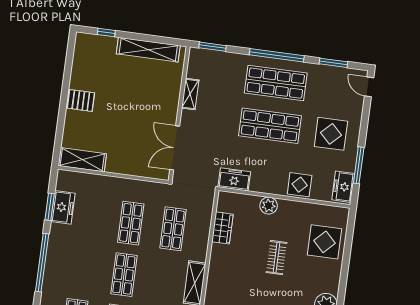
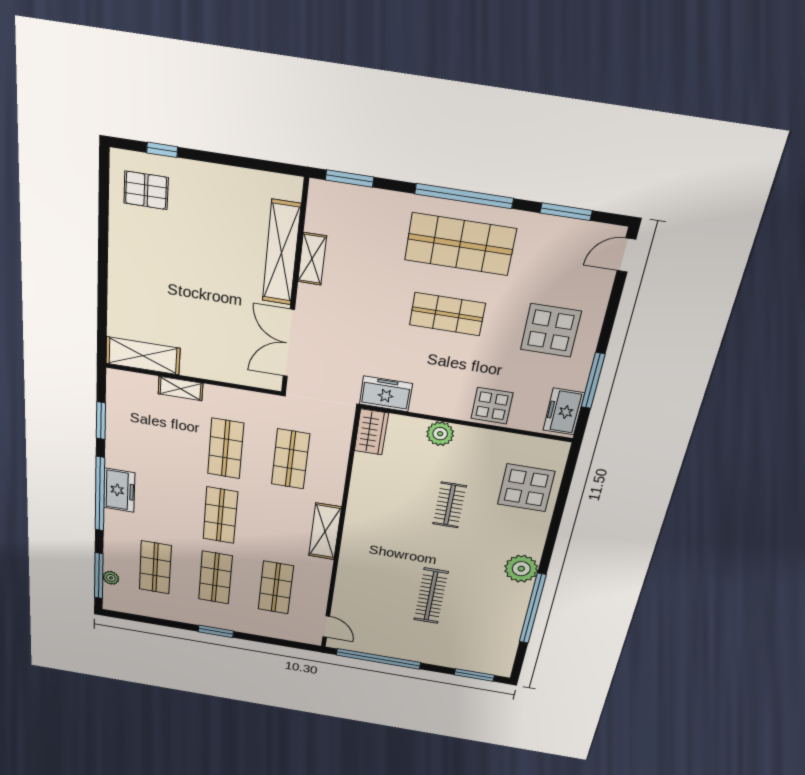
shelving: (148, 50) -> (281, 253), moved, turned 90
door: (369, 87) -> (626, 255), hinge flipped
pallet: (81, 100) -> (146, 190), moved
shop shelf: (270, 126) -> (447, 314), width x0.70, depth x0.74
shelving: (104, 181) -> (181, 389), added
freezer: (63, 207) -> (119, 490), moved
wardrobe: (222, 228) -> (371, 432), moved

